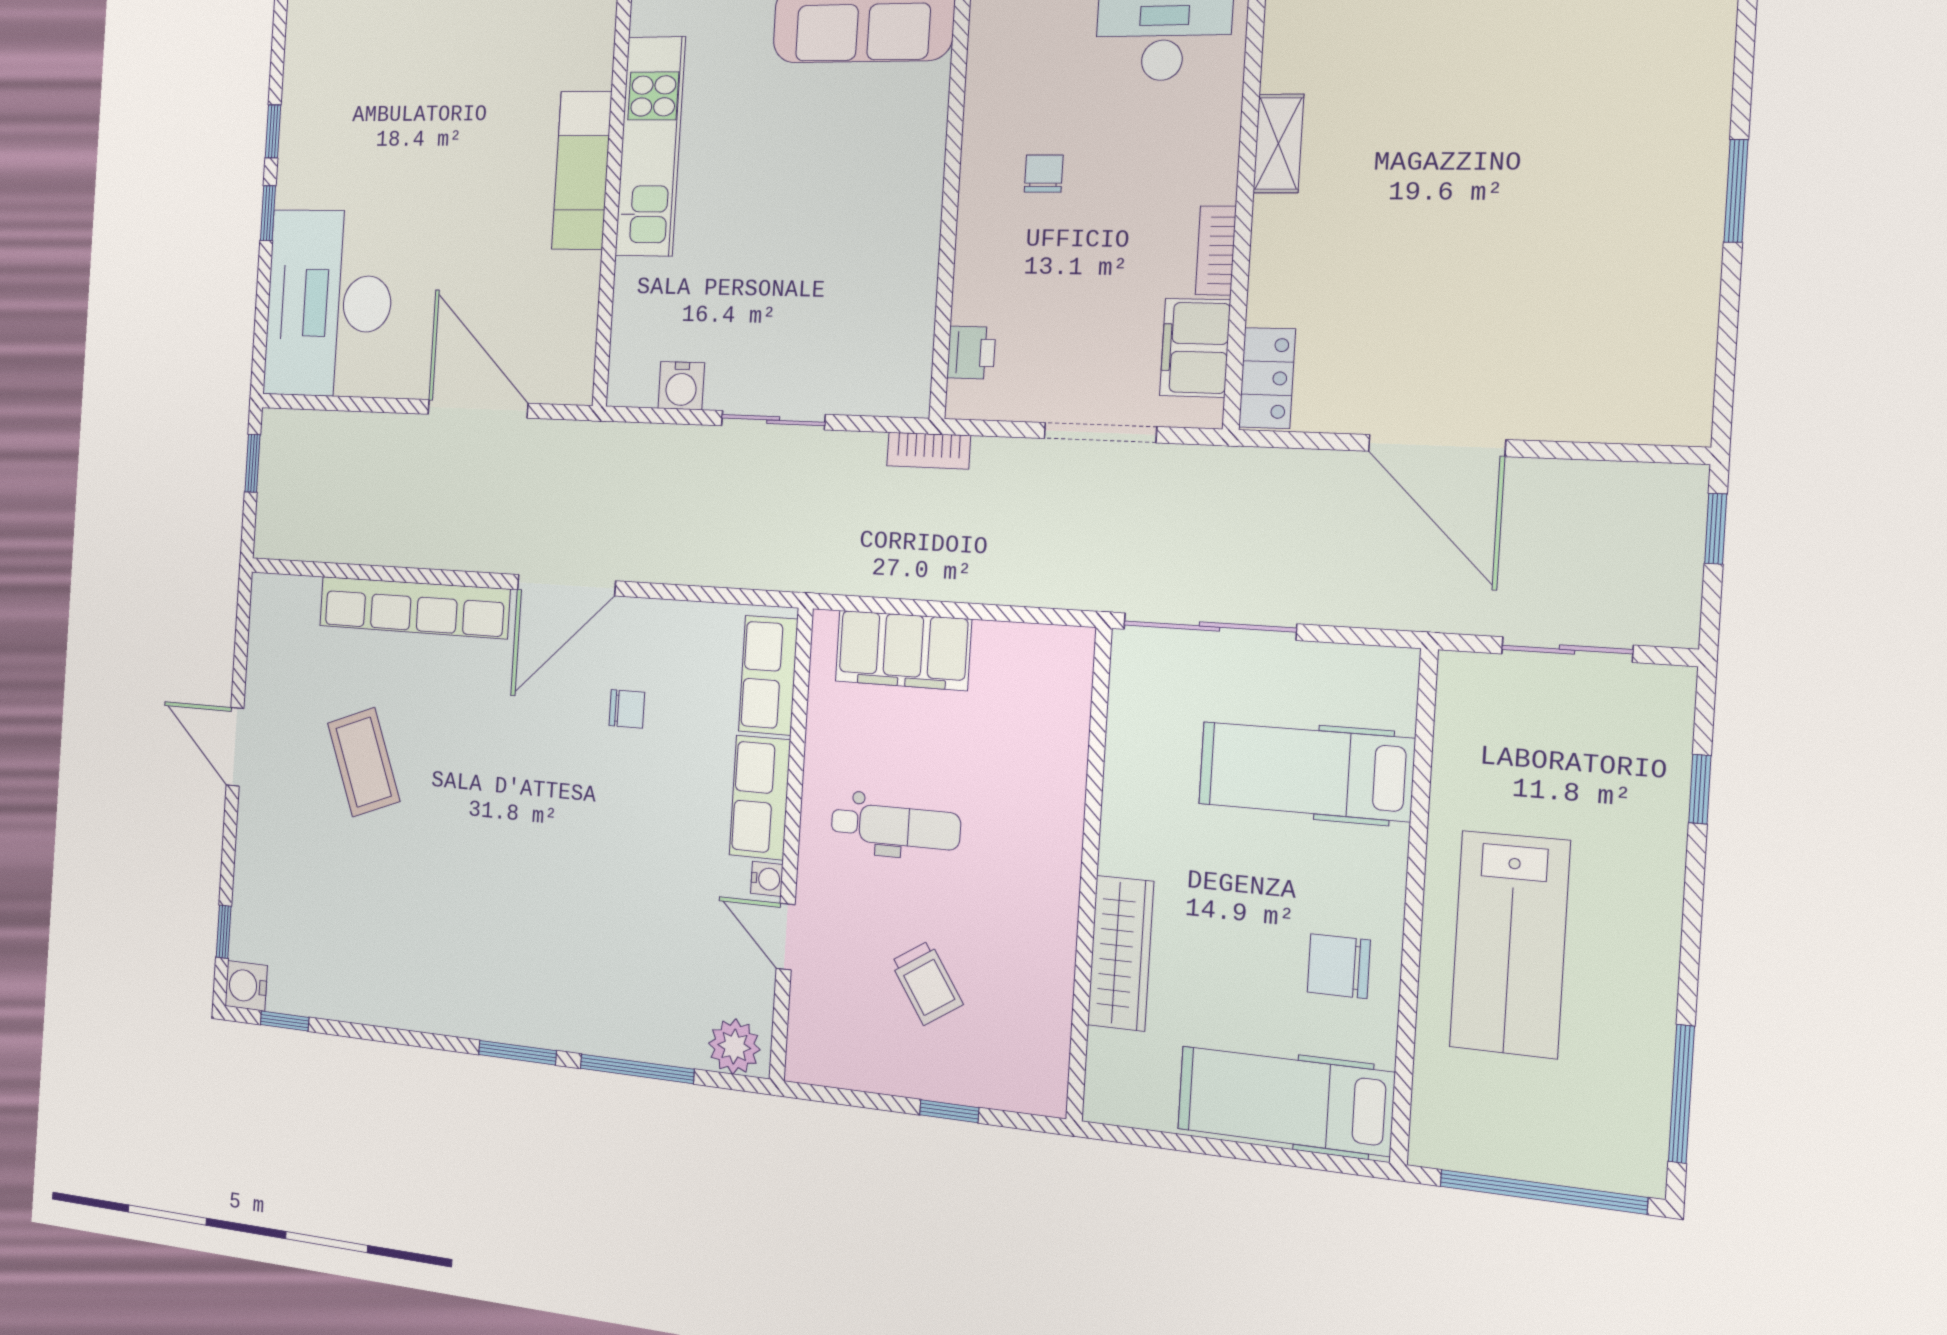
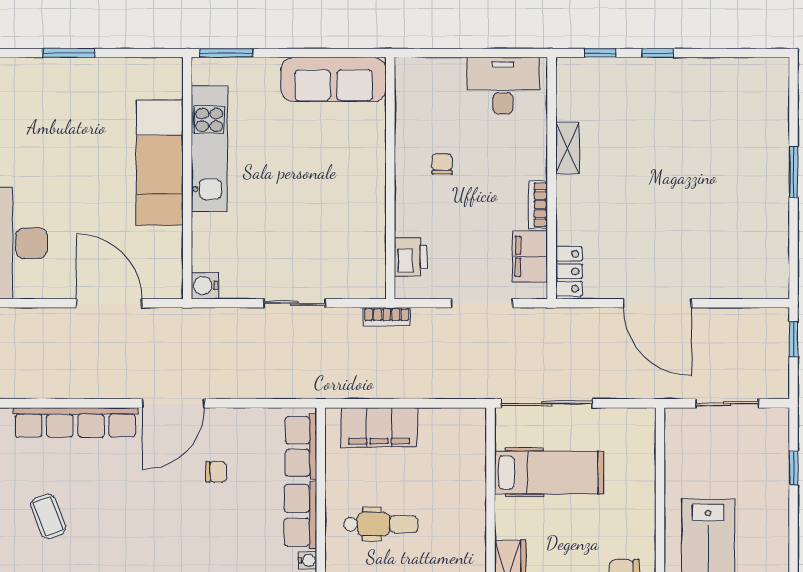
exam couch: (582, 171) -> (160, 163), width x1.36, depth x1.45
printer: (971, 353) -> (411, 257), width x1.36, depth x1.24
water cooler: (681, 386) -> (205, 286), moved, turned 90
coffee table: (364, 762) -> (48, 516), width x0.73, depth x0.77
hospital bed: (1306, 771) -> (549, 472), moved, turned 180

